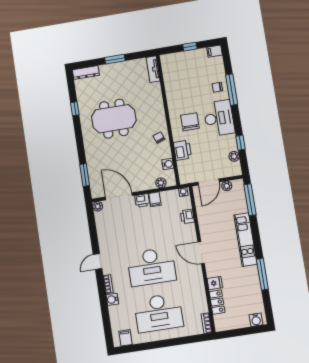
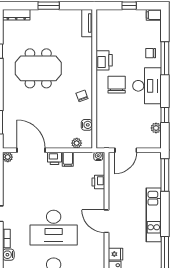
printer: (182, 150) -> (104, 60), moved
plant: (227, 186) -> (144, 157), removed

